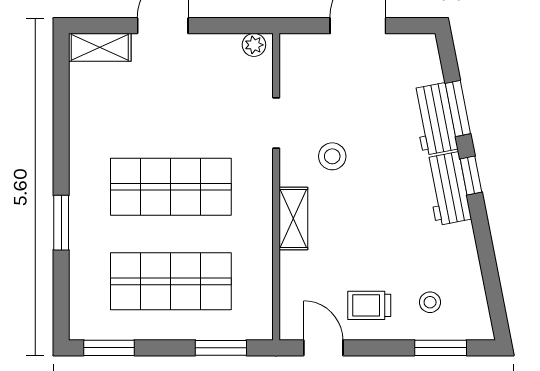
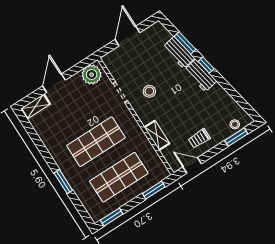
plant: (254, 45) -> (92, 75), width x1.88, depth x1.88
shelving: (293, 218) -> (157, 135), moved
stool: (430, 302) -> (235, 124), moved

